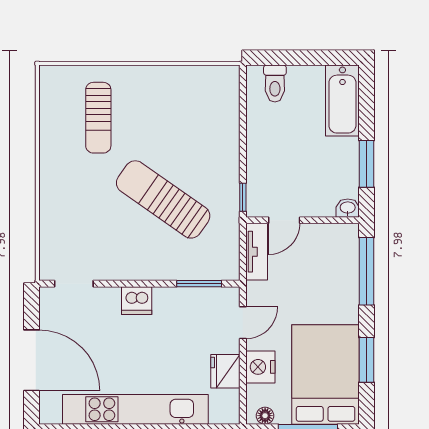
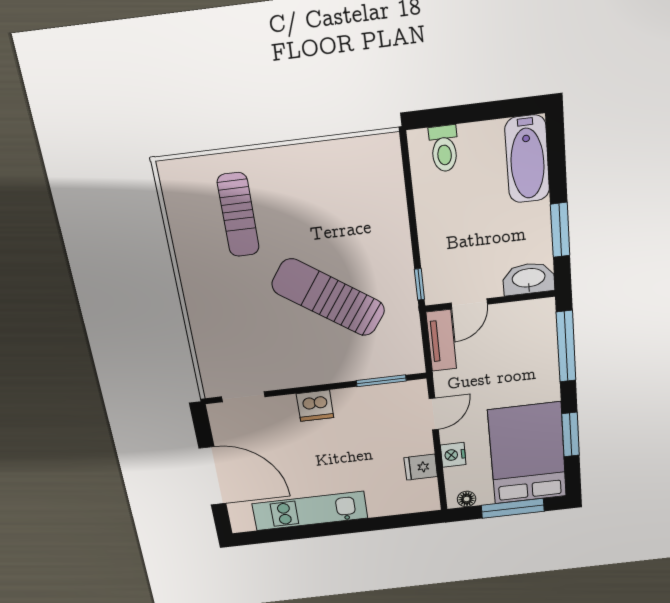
washbasin: (348, 208) -> (529, 279), width x1.91, depth x1.45
nightstand: (260, 367) -> (453, 455), width x0.74, depth x0.75
fridge: (225, 371) -> (421, 467), width x0.72
kitchen unit: (135, 409) -> (310, 511), width x0.73

